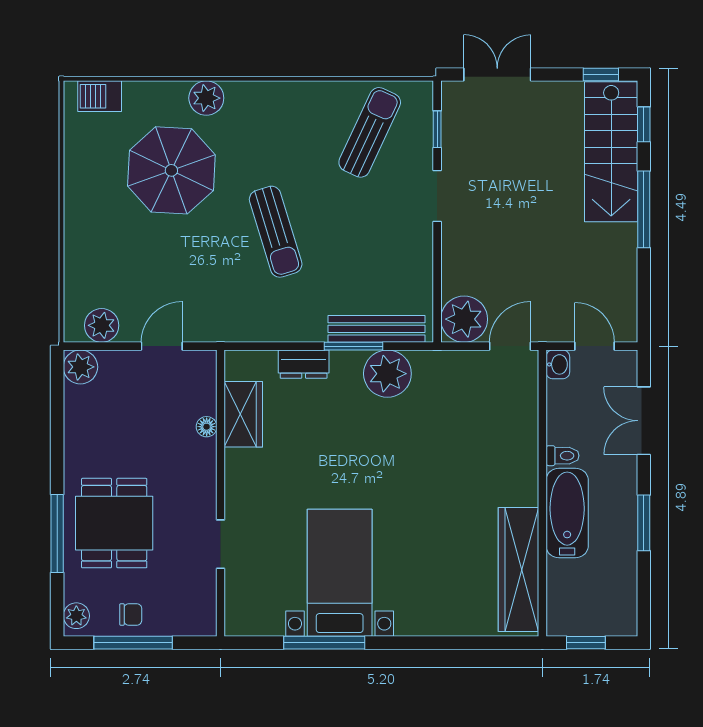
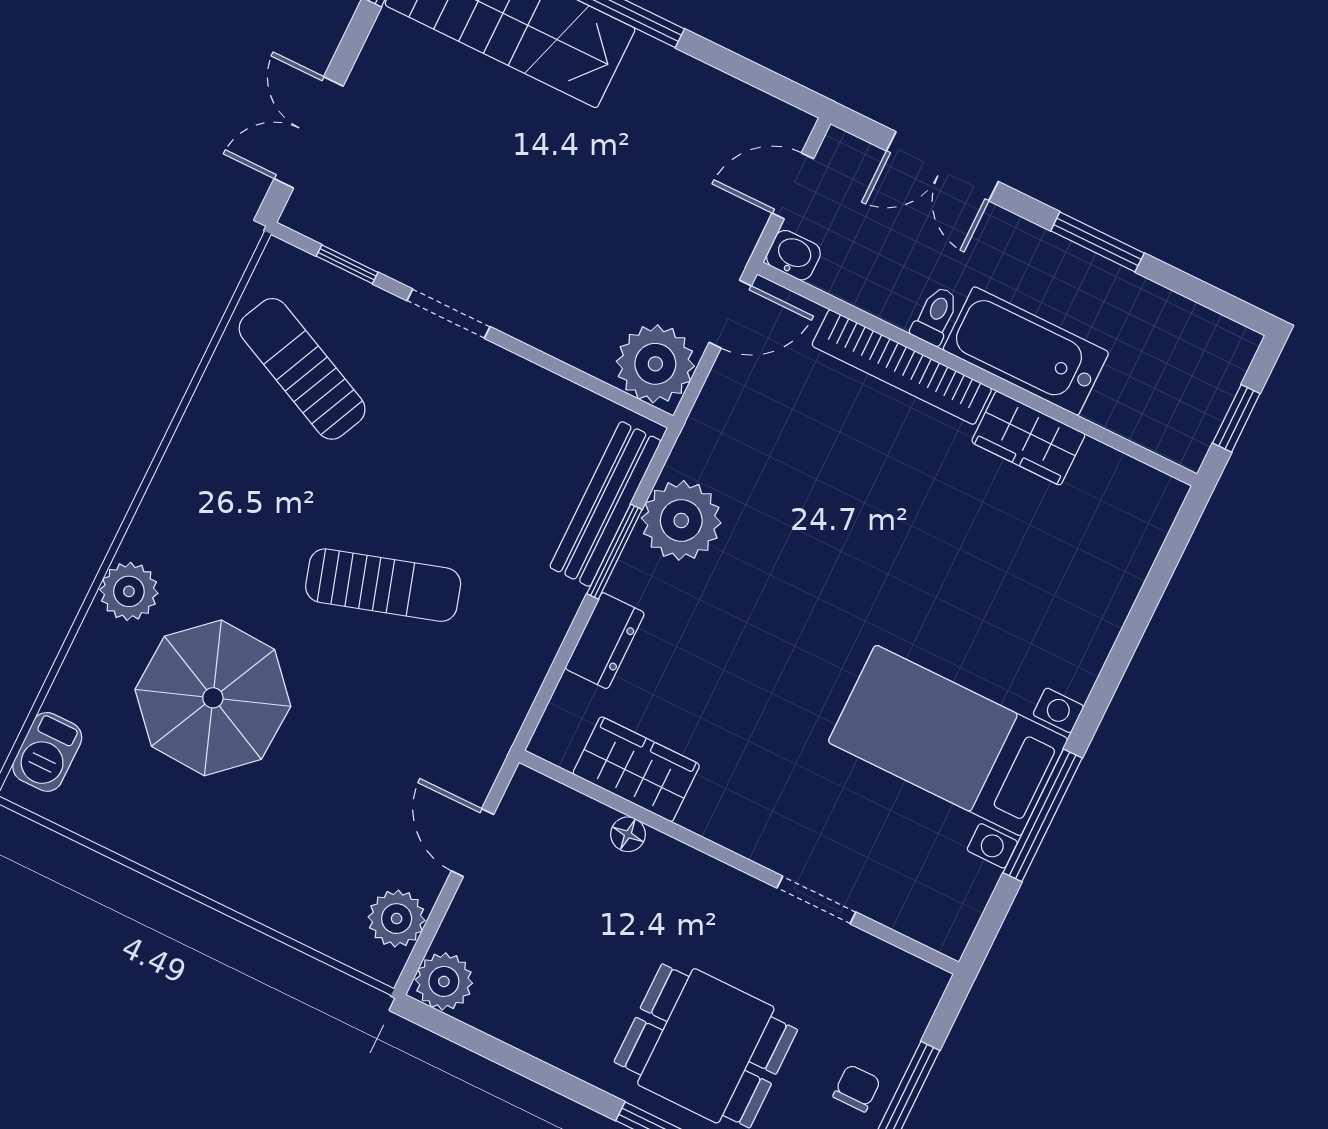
door: (510, 346) -> (730, 314), swing flipped
bookcase: (526, 451) -> (902, 367), added
wardrobe: (518, 570) -> (1028, 438), width x0.48, depth x0.85

